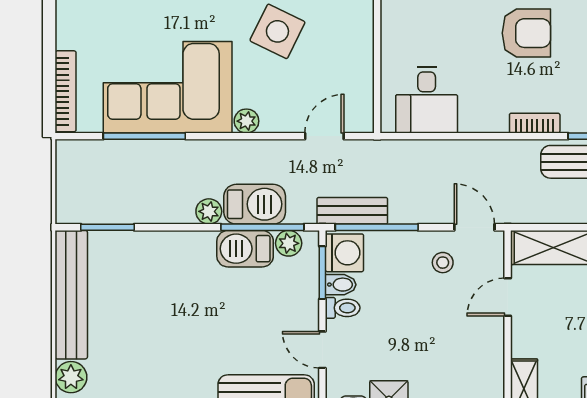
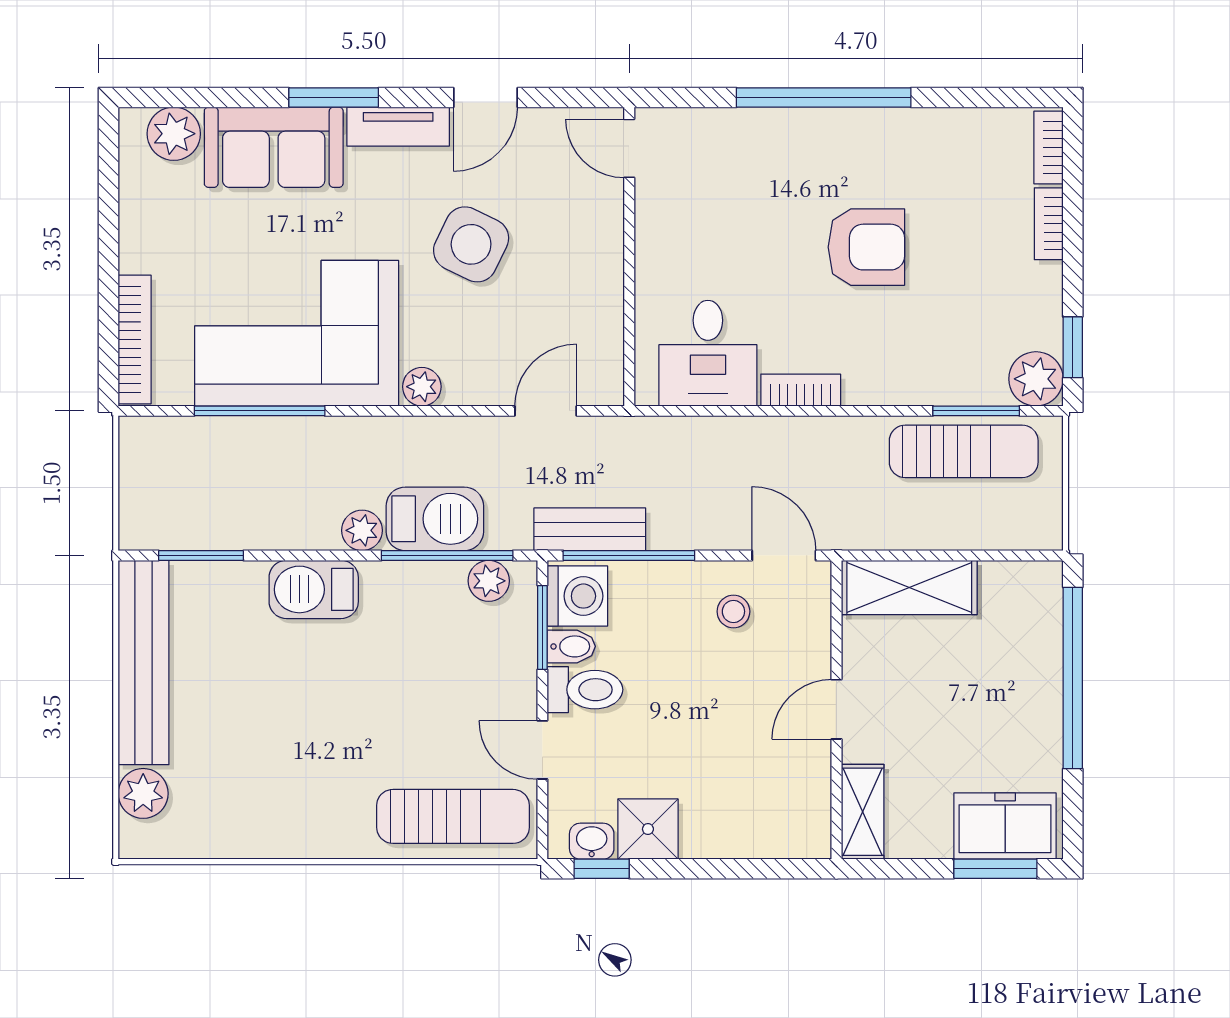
bookcase: (535, 123) -> (801, 390), moved
barbecue: (245, 249) -> (314, 589), moved
door: (508, 297) -> (836, 709), moved
toilet: (343, 308) -> (585, 690), width x1.37, depth x1.39

